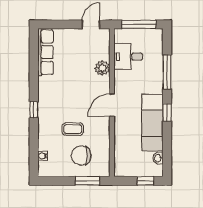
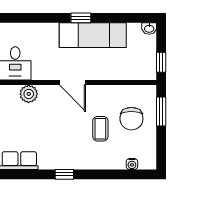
window: (167, 72) -> (33, 18), removed
window: (34, 110) -> (64, 174), moved
washbasin: (158, 158) -> (149, 28), moved
window: (145, 181) -> (161, 62), moved

